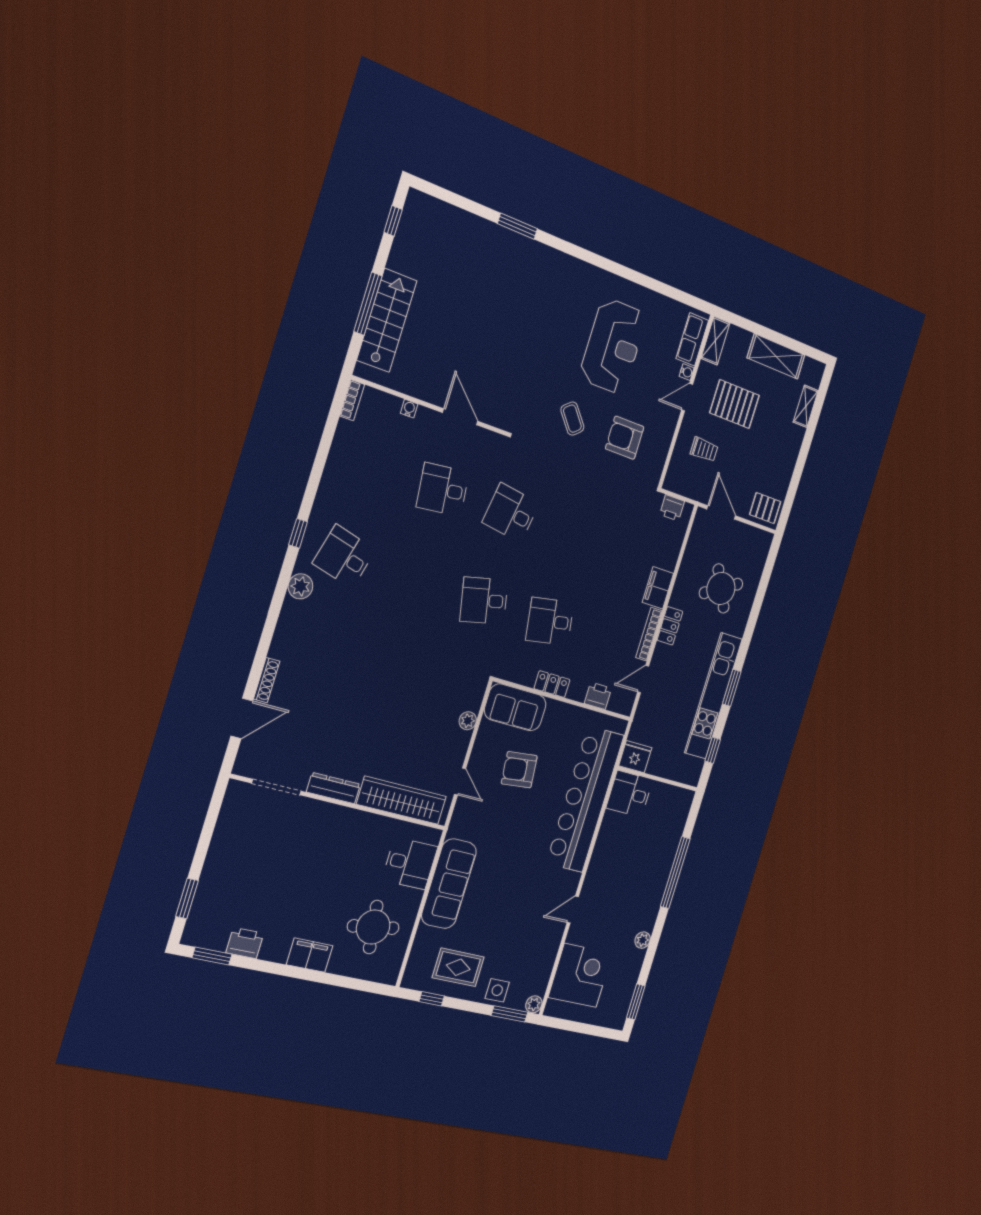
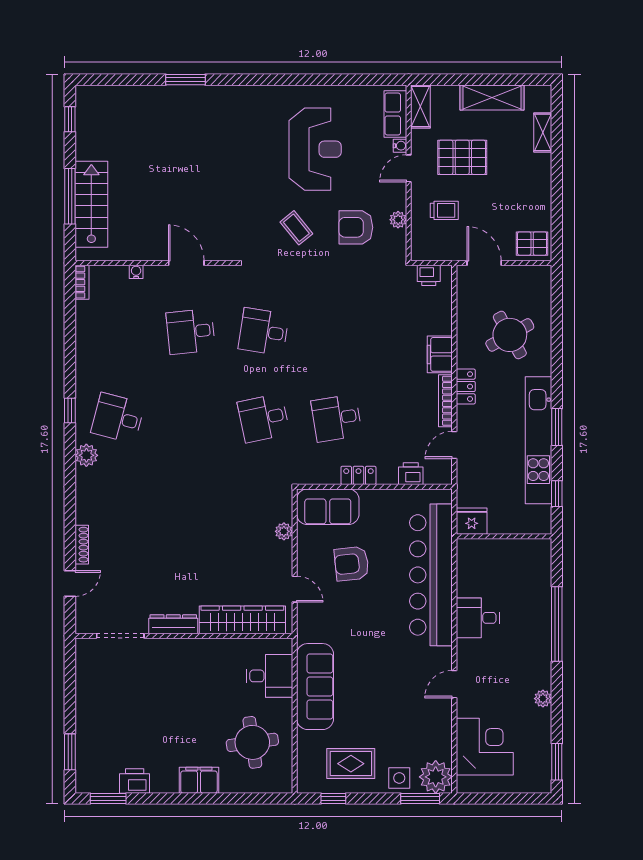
plant: (663, 444) -> (398, 220), added
door: (242, 718) -> (70, 583), width x0.73
desk: (630, 794) -> (478, 618), moved
plant: (534, 1004) -> (436, 777), width x1.88, depth x1.88

